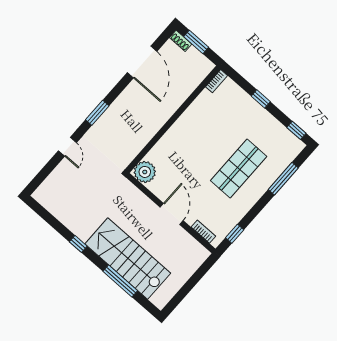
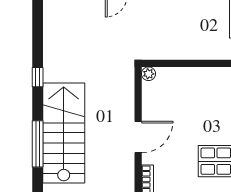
plant: (145, 172) -> (149, 74), width x0.53, depth x0.53

